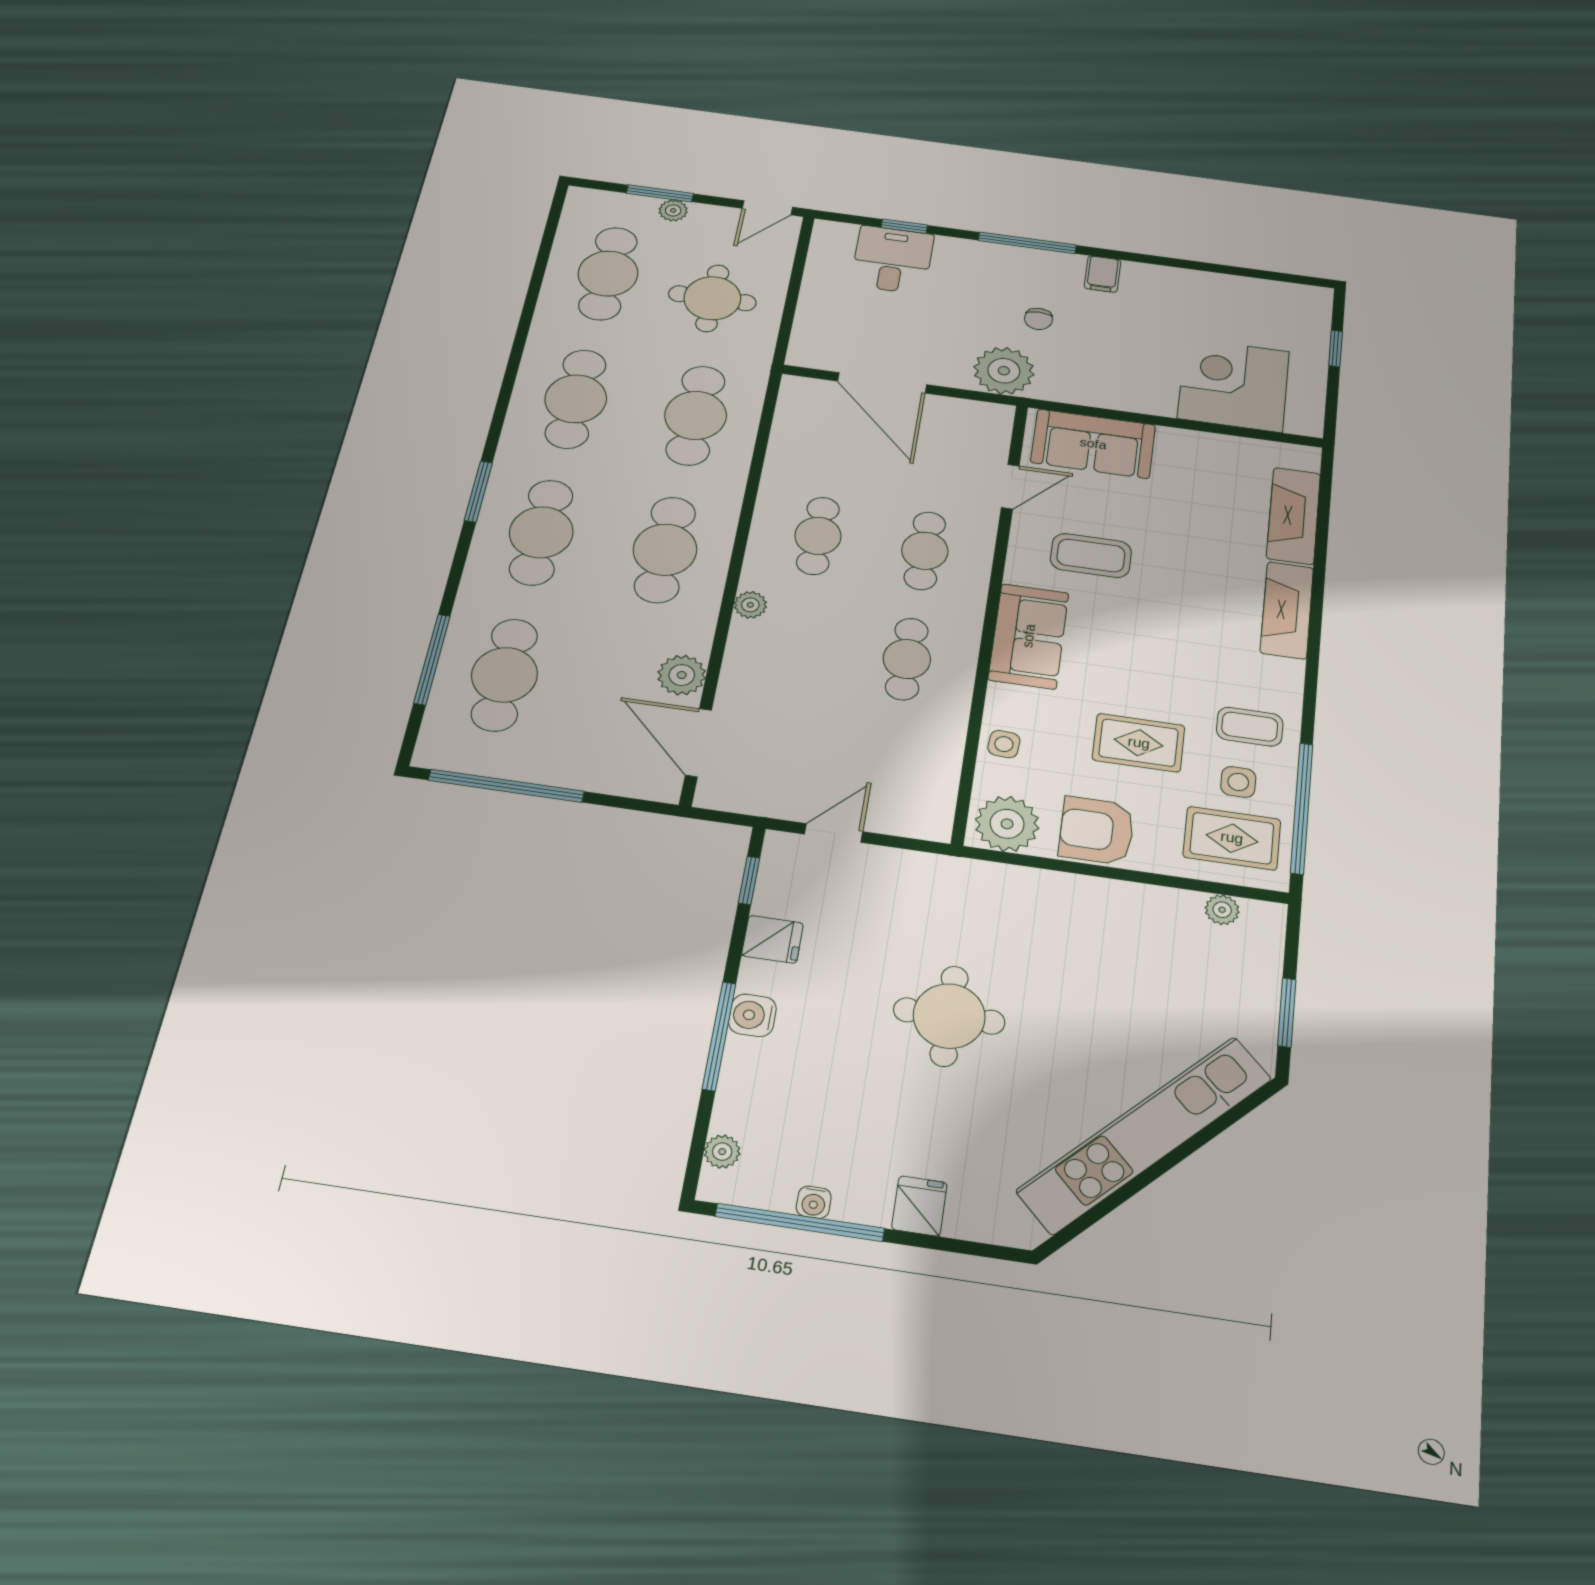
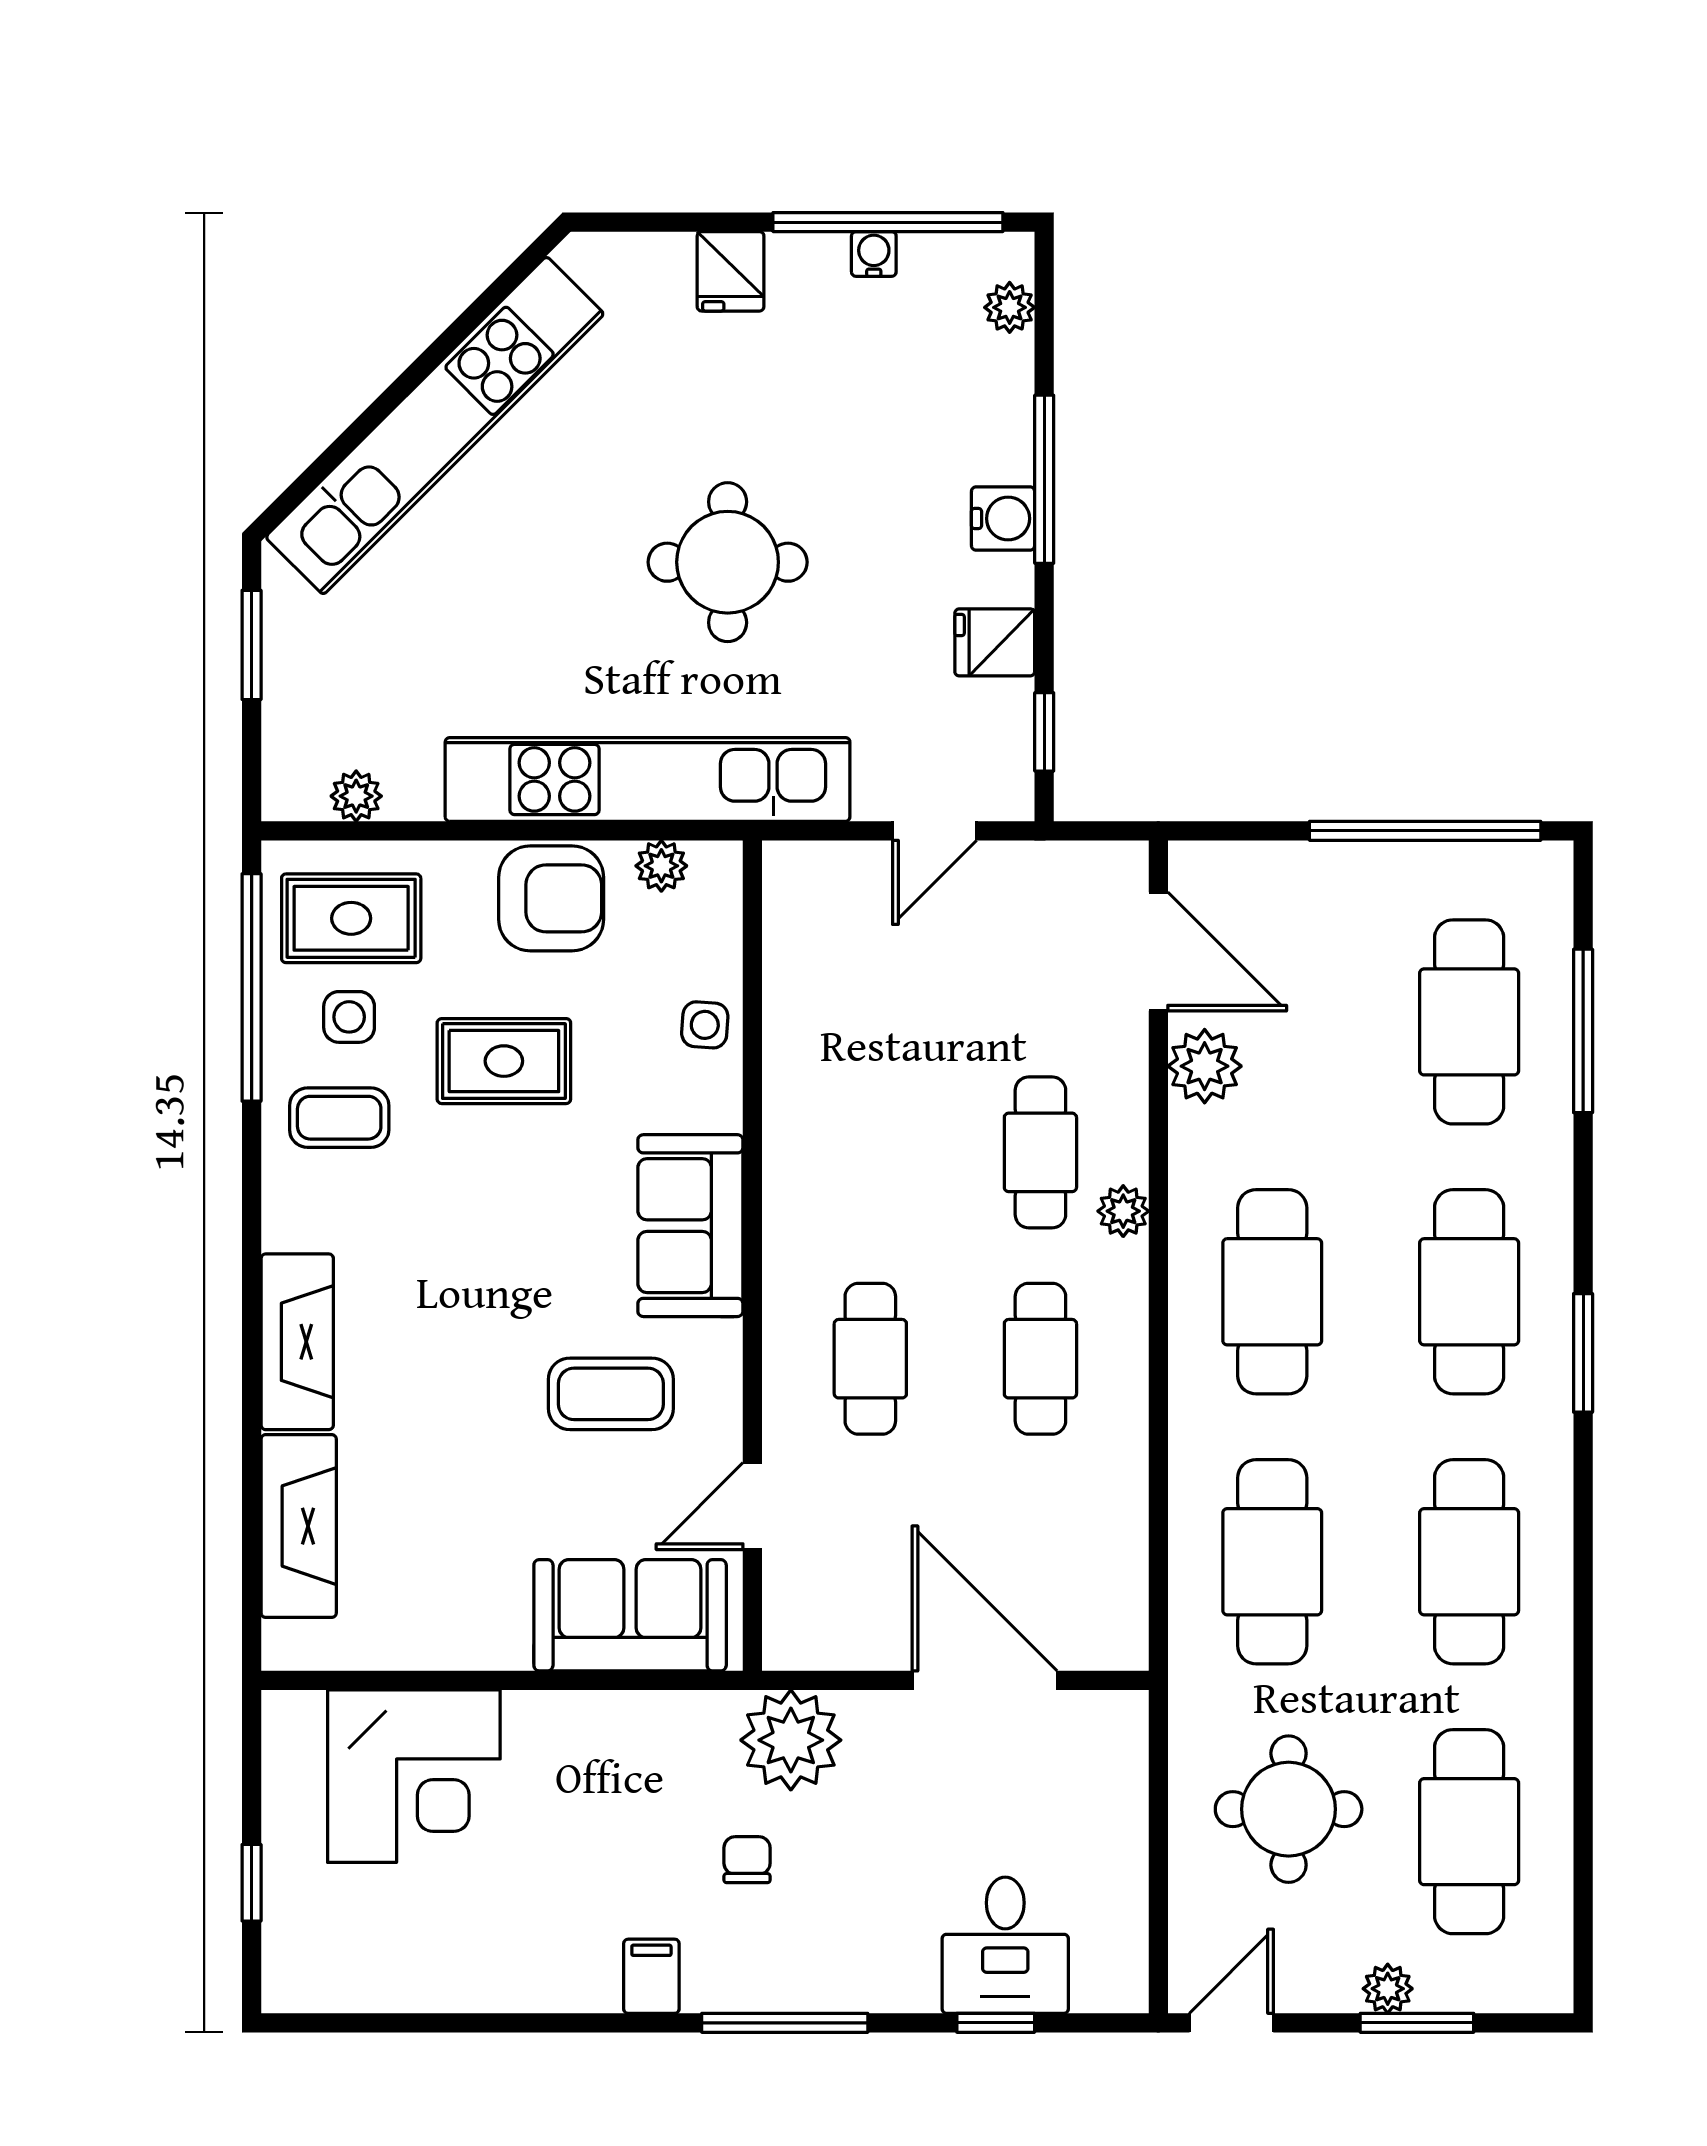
cafe table: (907, 659) -> (1040, 1152), moved
plant: (1007, 824) -> (661, 866), width x0.53, depth x0.53
kitchen unit: (1023, 891) -> (648, 779), added

